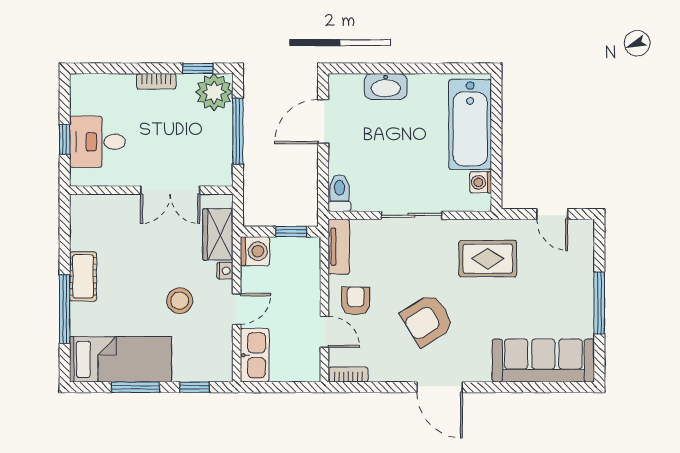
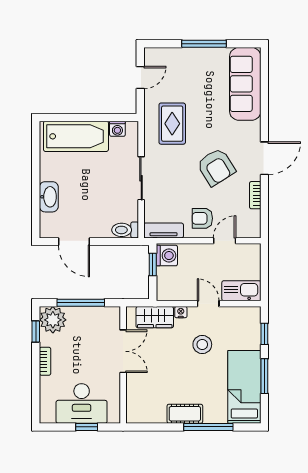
desk: (97, 142) -> (82, 403), width x1.37
washing machine: (255, 251) -> (167, 256), moved, turned 90
bookcase: (348, 375) -> (255, 195), moved

